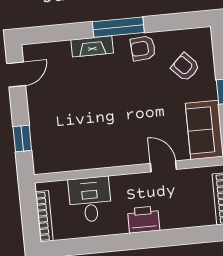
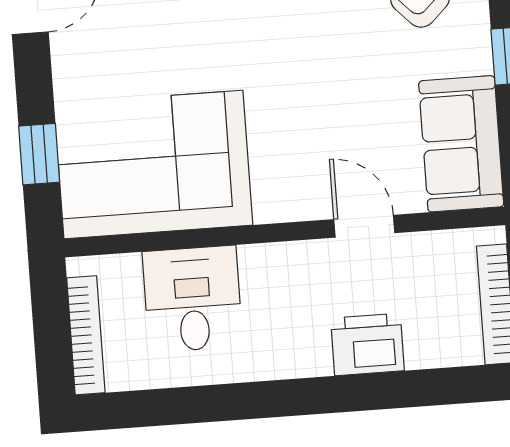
corner sofa: (72, 142) -> (153, 165), added
printer: (144, 220) -> (367, 344), moved

